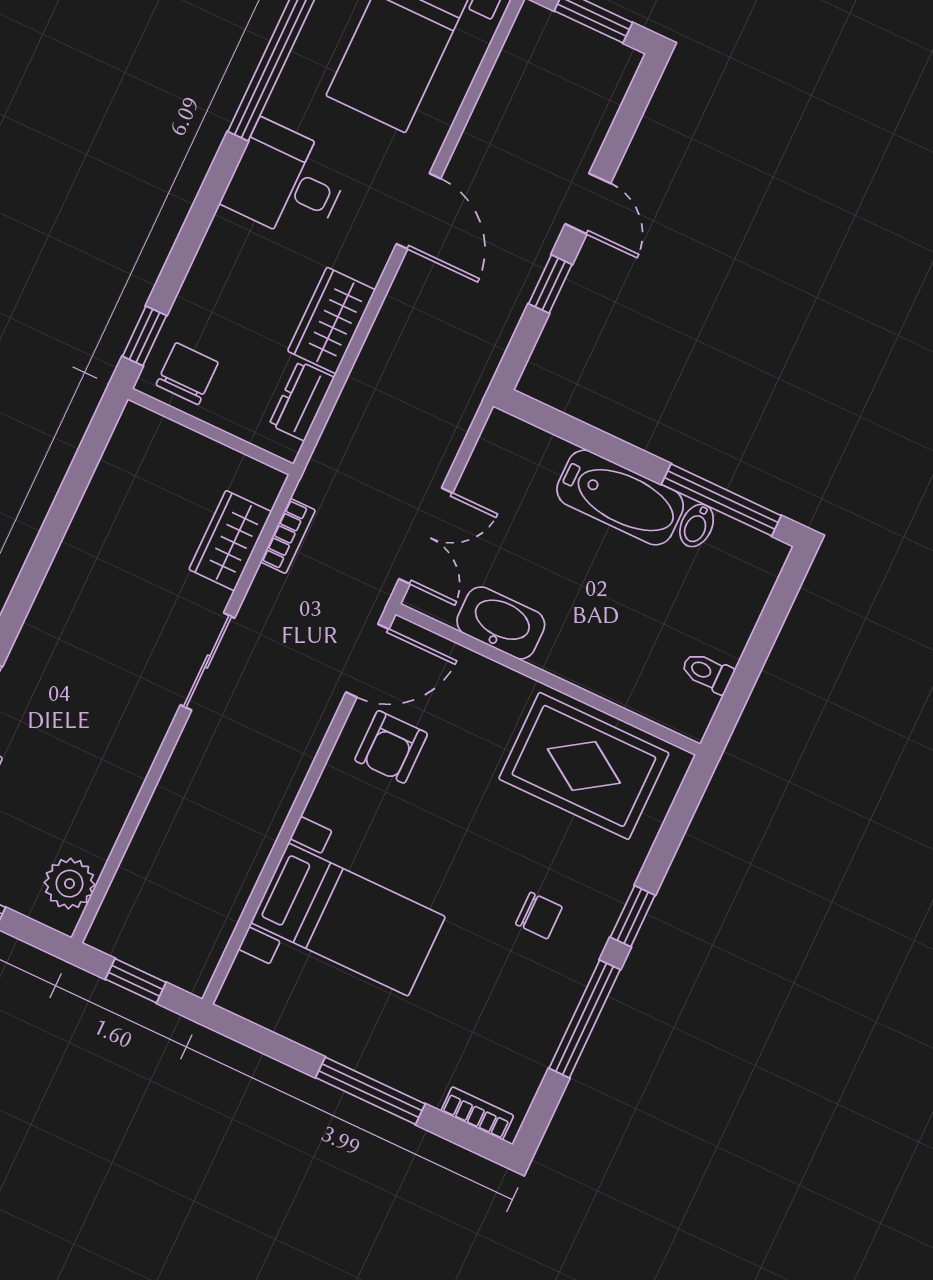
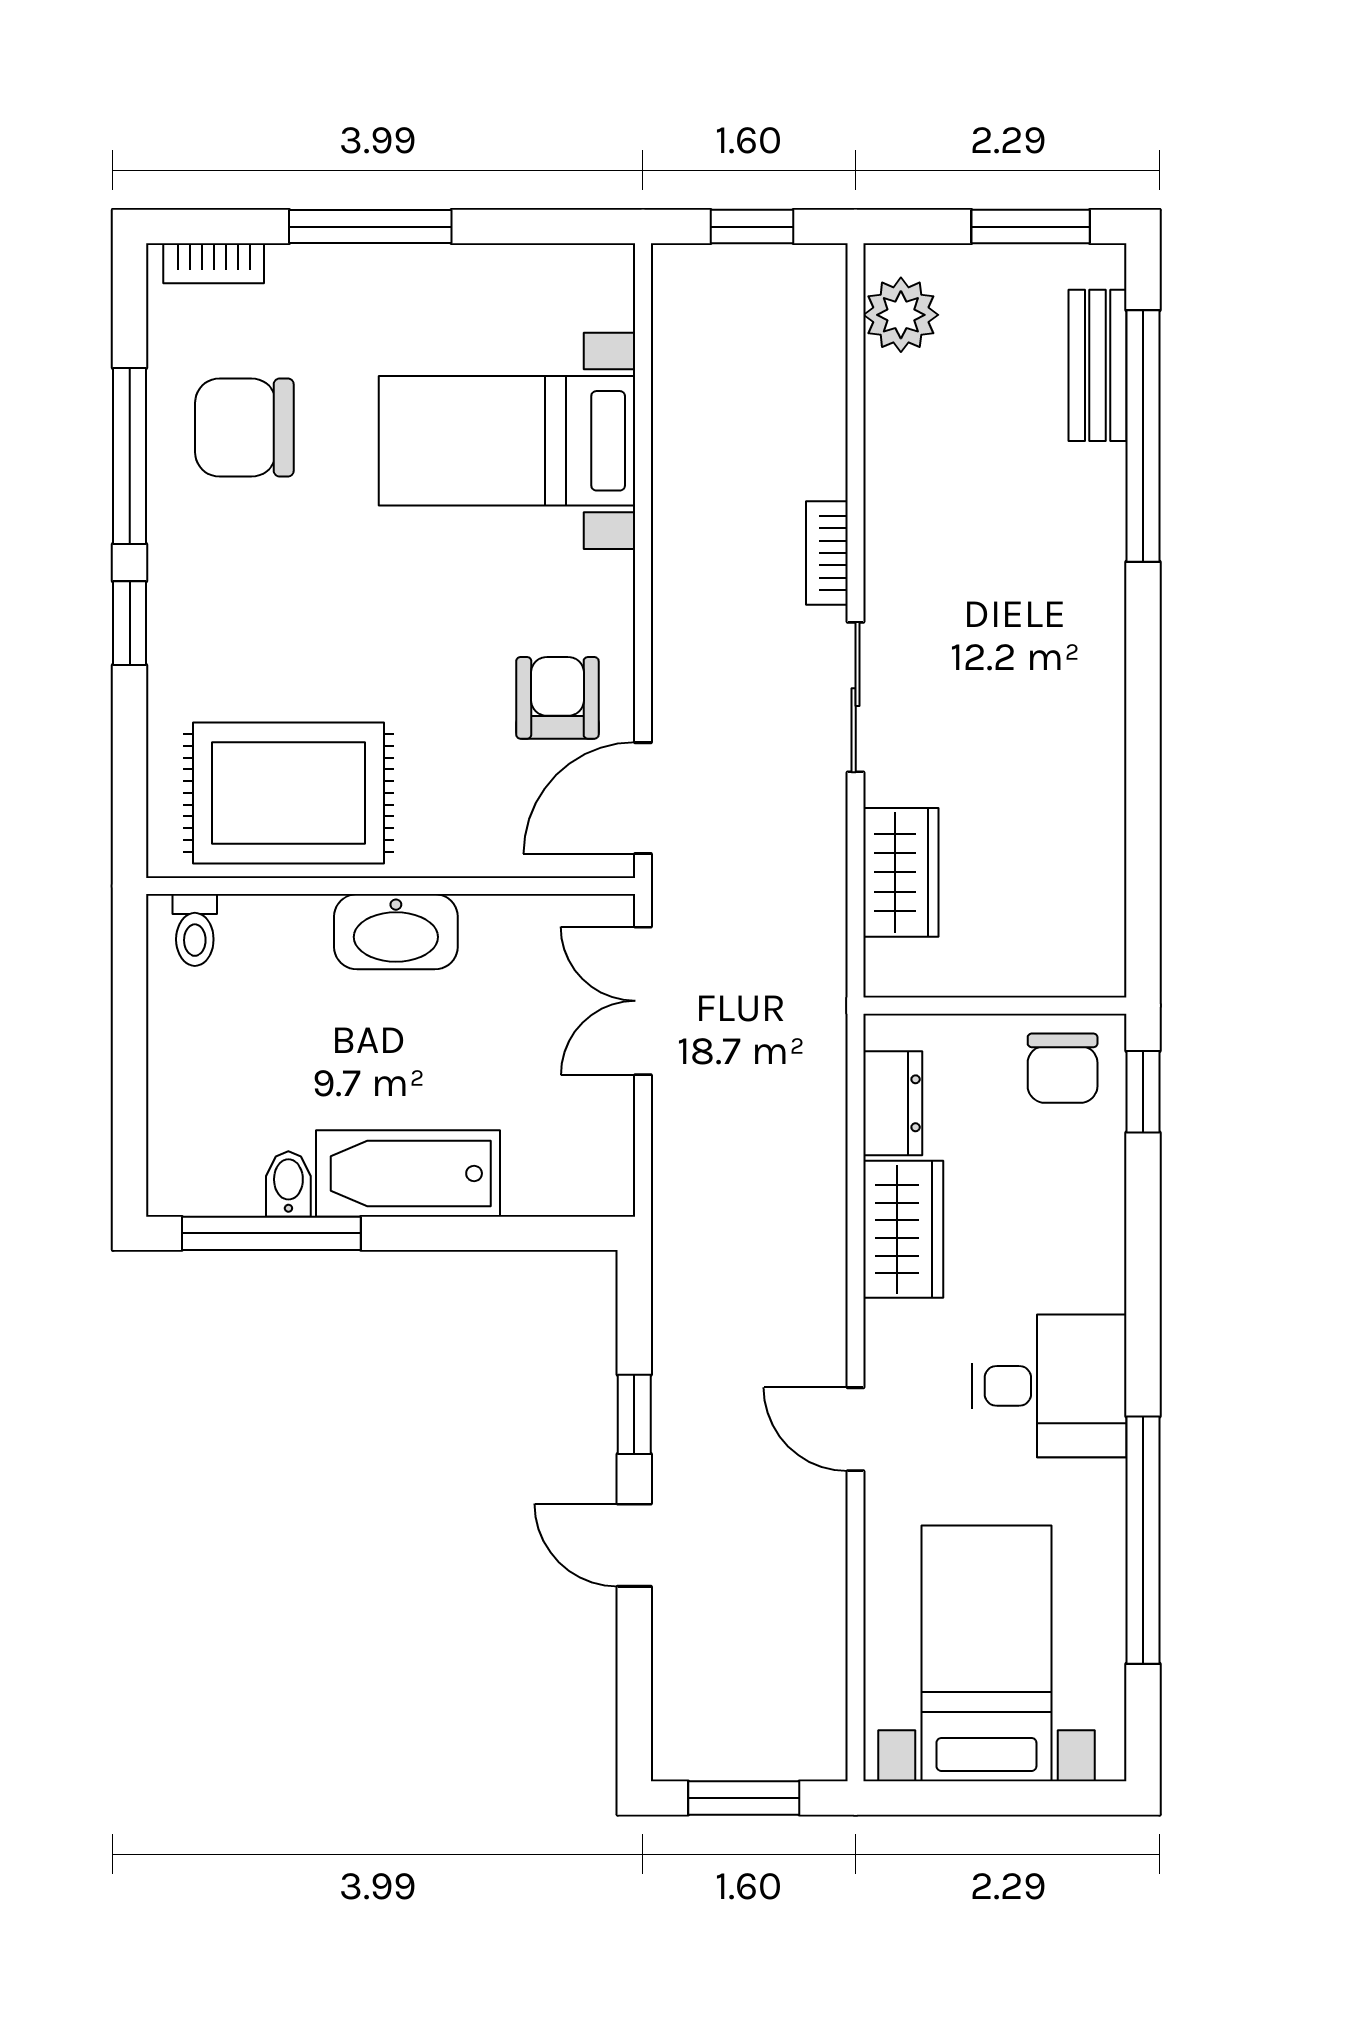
door: (418, 211) -> (856, 1429), width x0.73
bookcase: (288, 536) -> (827, 553), moved
washbasin: (501, 623) -> (396, 932), moved
toilet: (707, 672) -> (195, 930), moved, turned 90
chair: (539, 916) -> (244, 428), moved, width x1.87, depth x1.87

